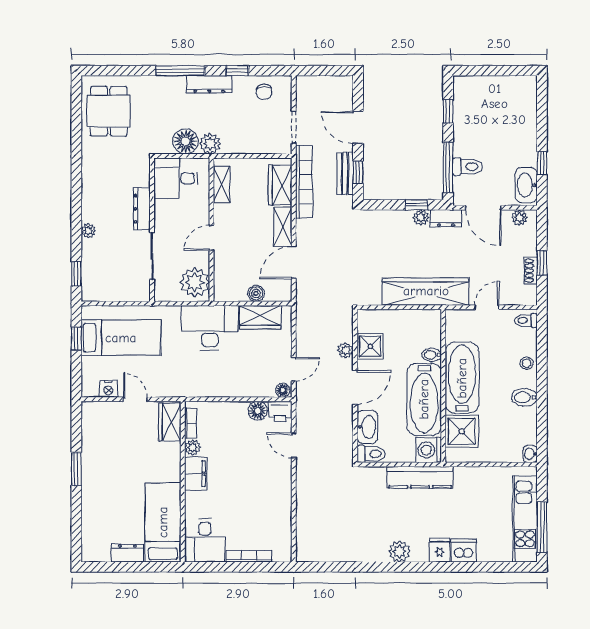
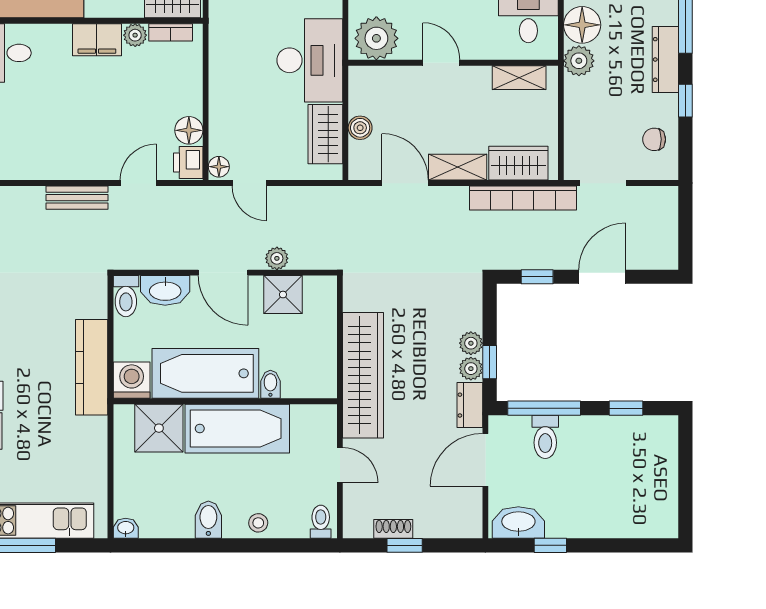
bench: (345, 173) -> (77, 198), moved
plant: (519, 218) -> (471, 343), moved

